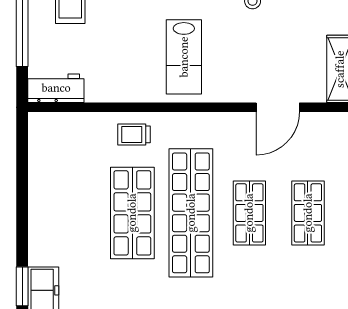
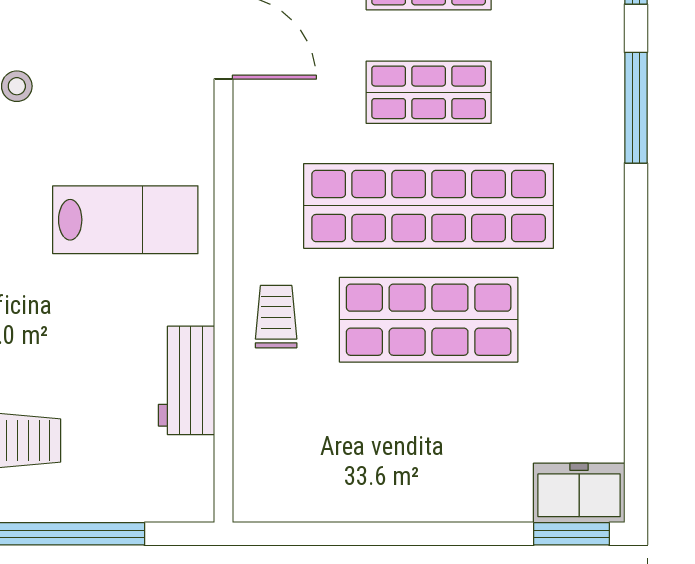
workbench: (56, 88) -> (186, 380), moved
trolley: (134, 134) -> (276, 317), turned 180

